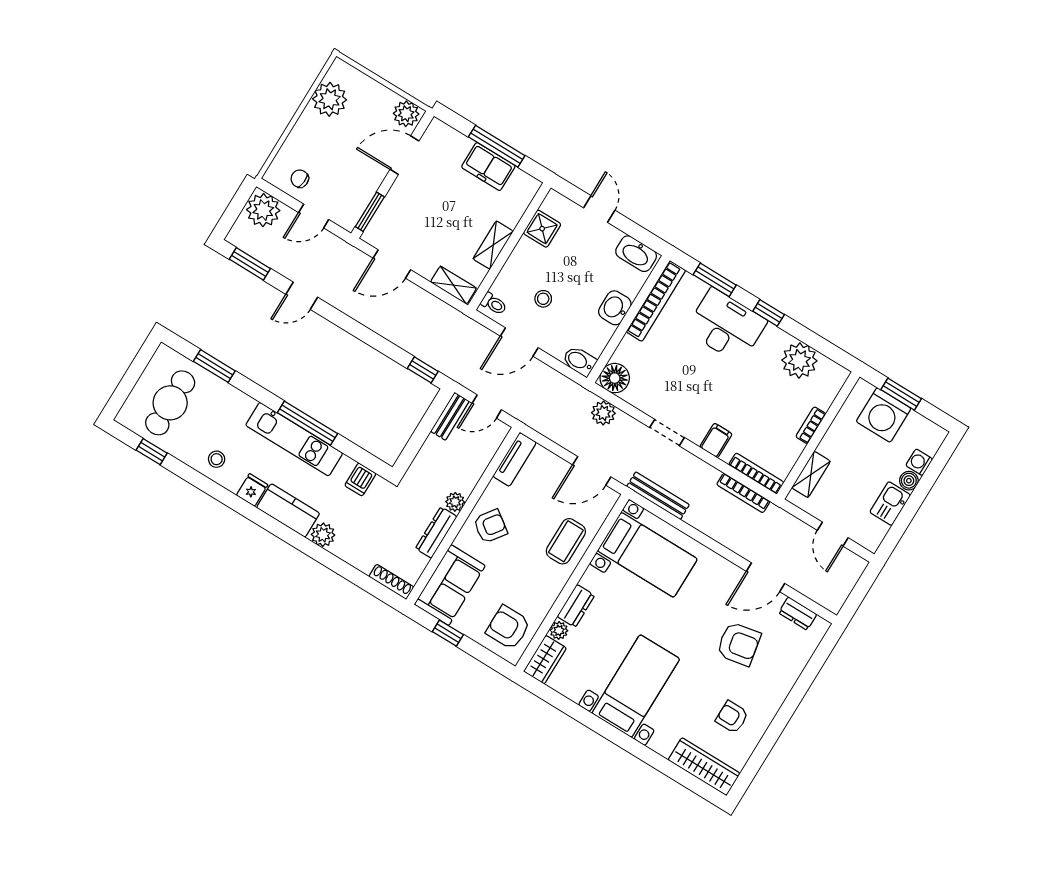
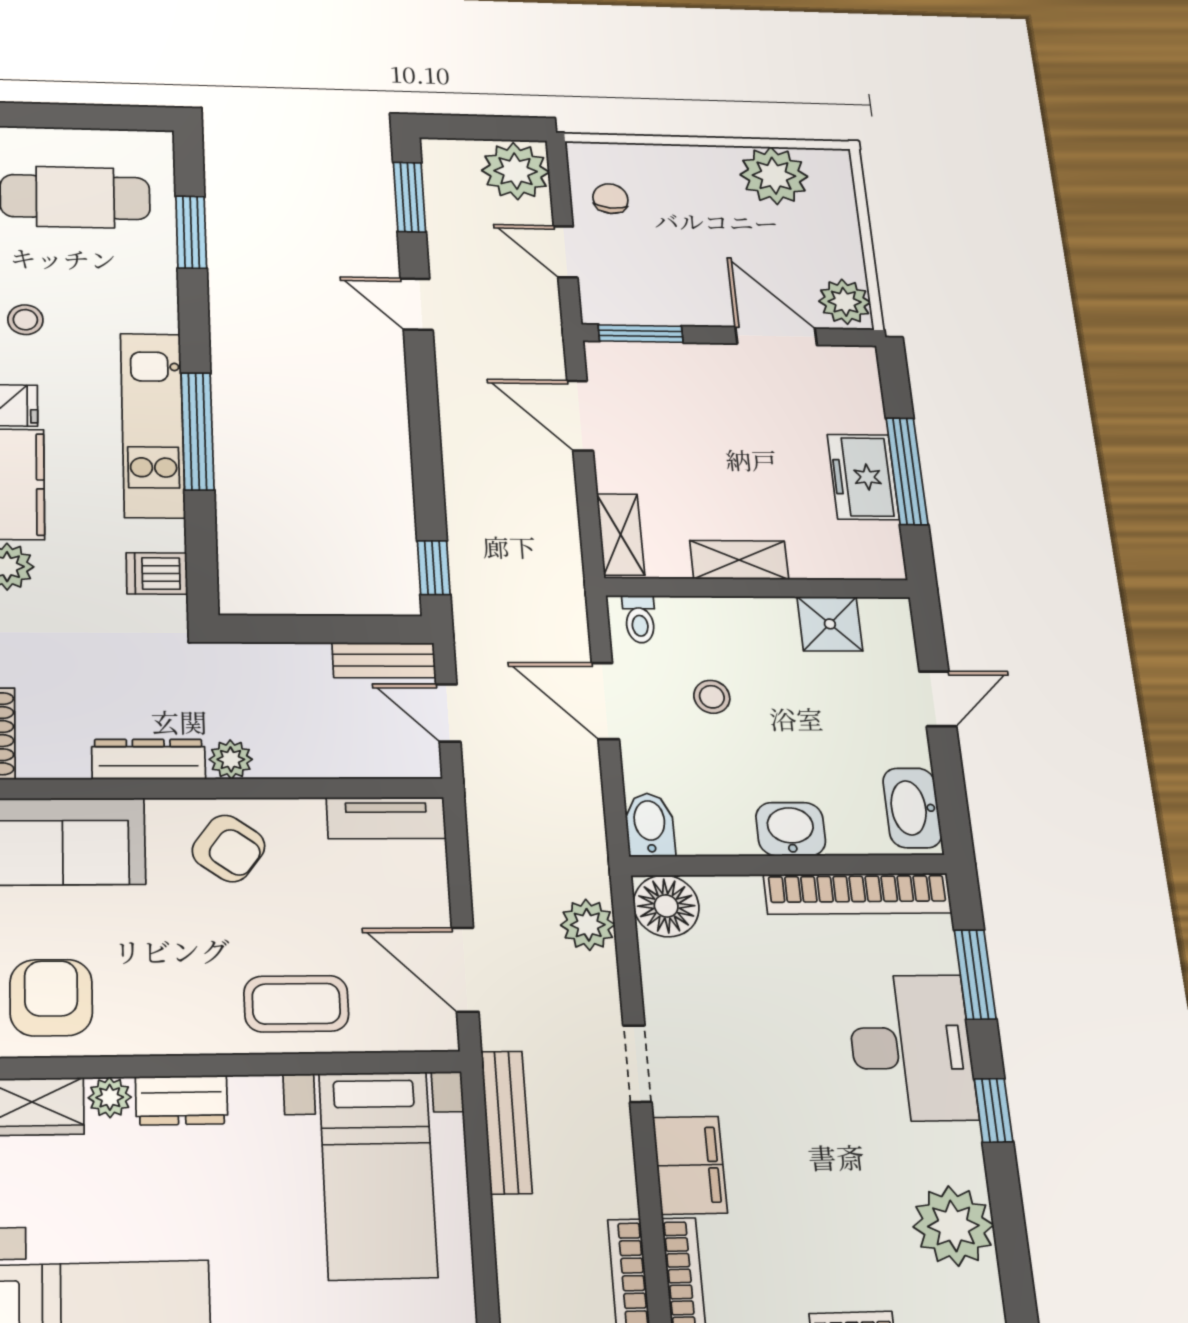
filing cabinet: (716, 441) -> (690, 1165), width x2.00

